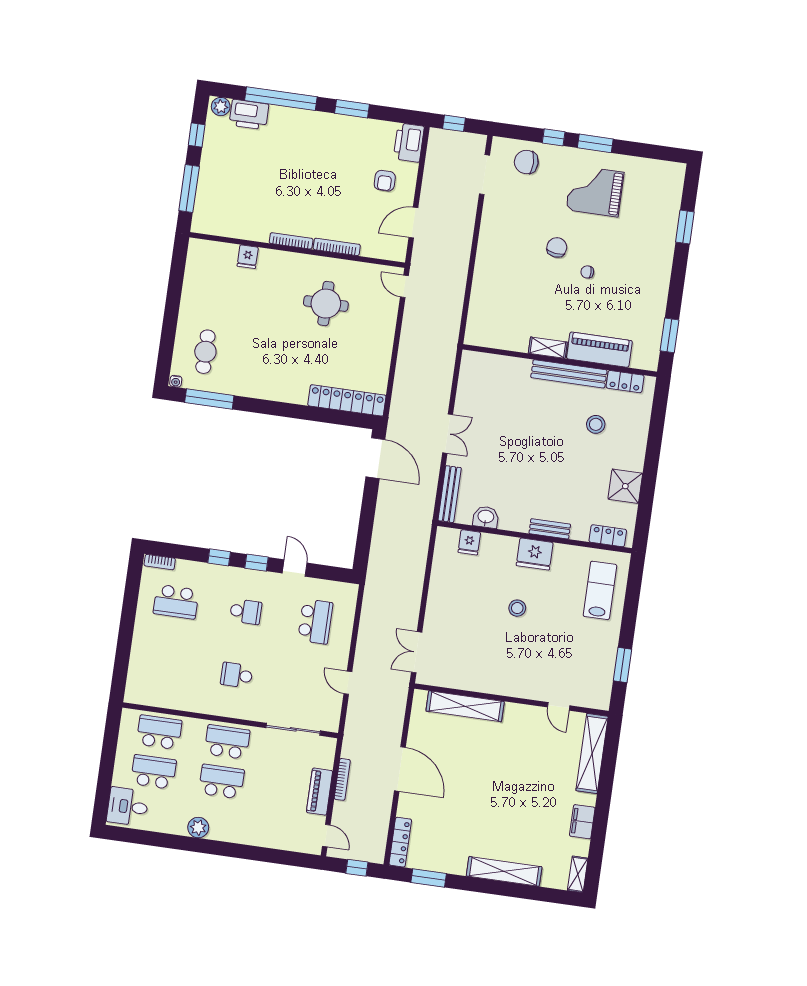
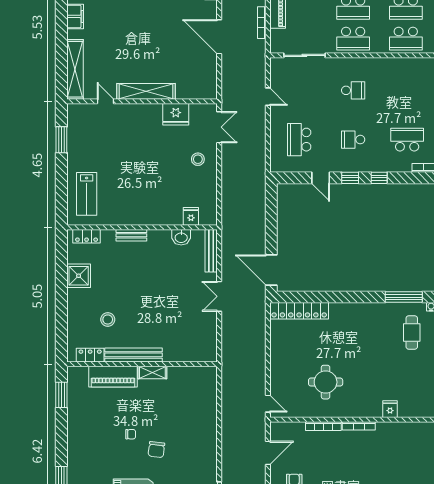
fridge: (535, 554) -> (176, 114), moved, turned 180
stool: (517, 608) -> (198, 159), moved
shelving: (465, 706) -> (146, 91), moved

